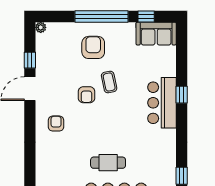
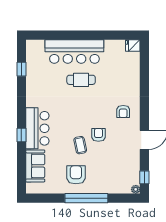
window: (146, 16) -> (50, 198), removed
sofa: (156, 34) -> (35, 166), moved, turned 90
armchair: (93, 47) -> (76, 175), moved, turned 180
window: (30, 60) -> (144, 177), moved

